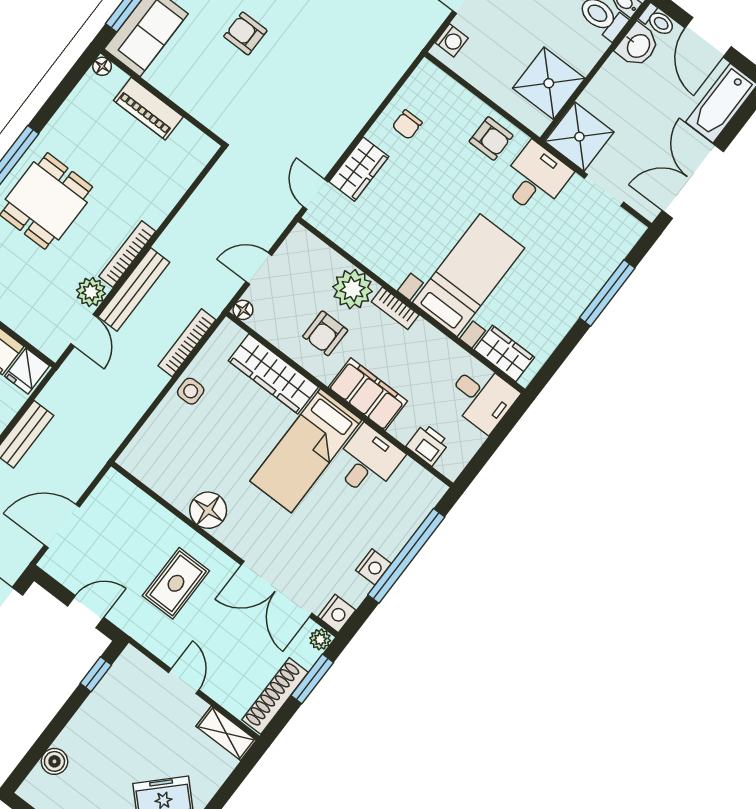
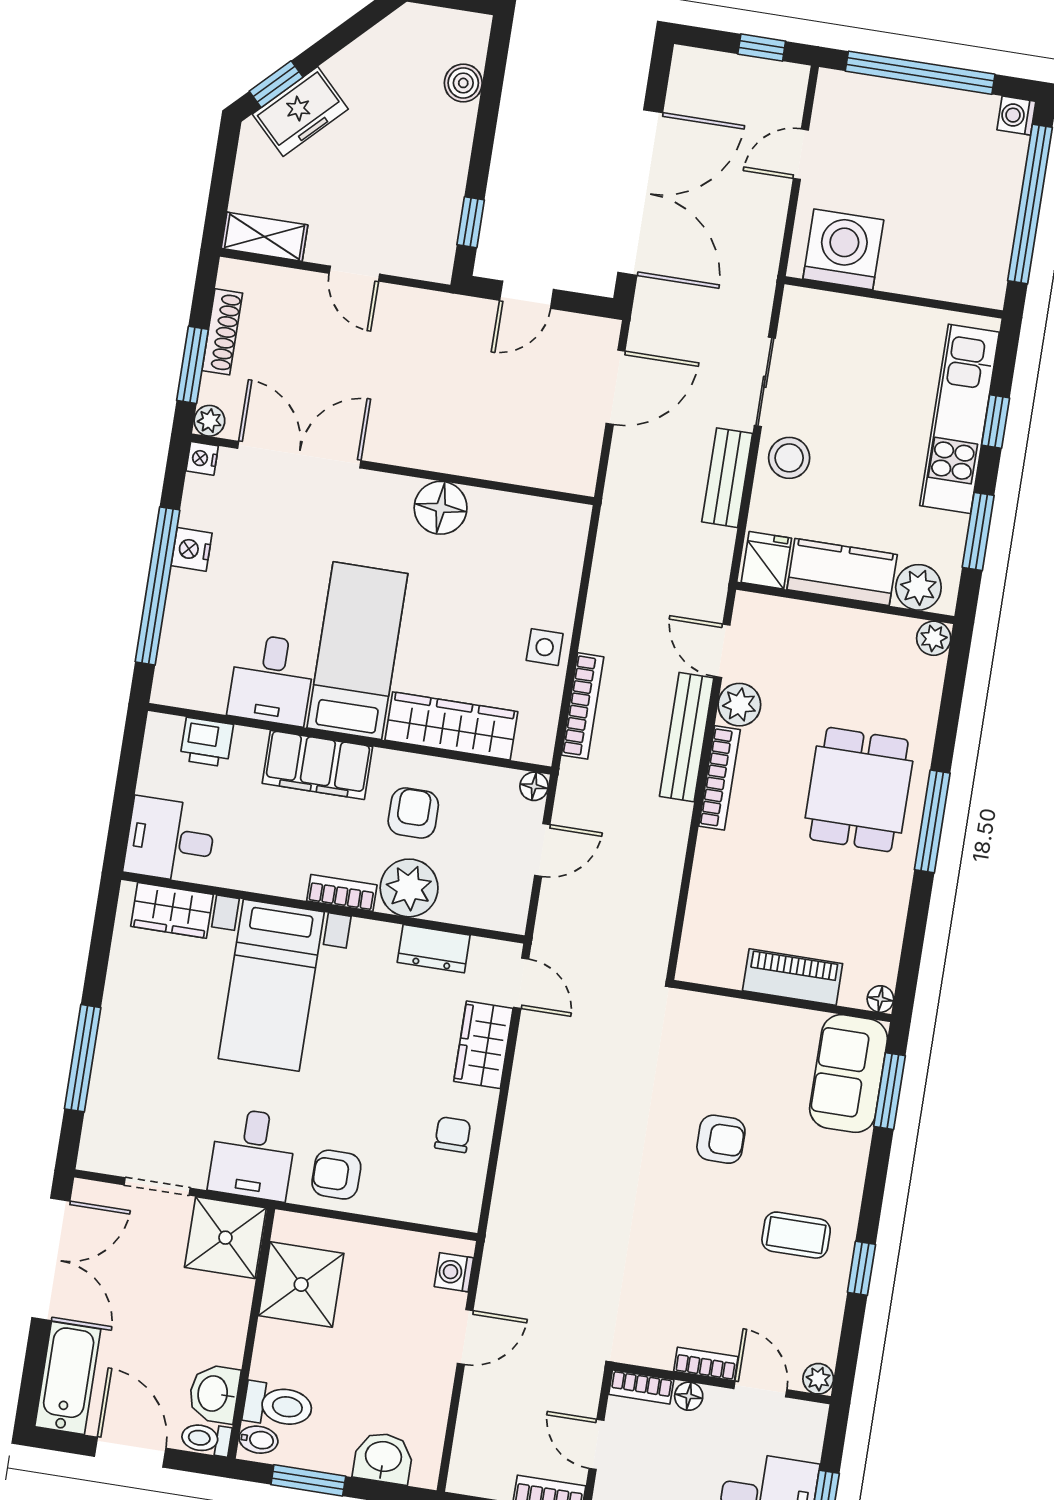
dresser: (358, 244) -> (434, 949), added
rug: (176, 583) -> (431, 393), removed
nightstand: (337, 613) -> (202, 458), width x0.72, depth x0.74
shoe rack: (275, 696) -> (222, 332), width x0.74, depth x0.81

